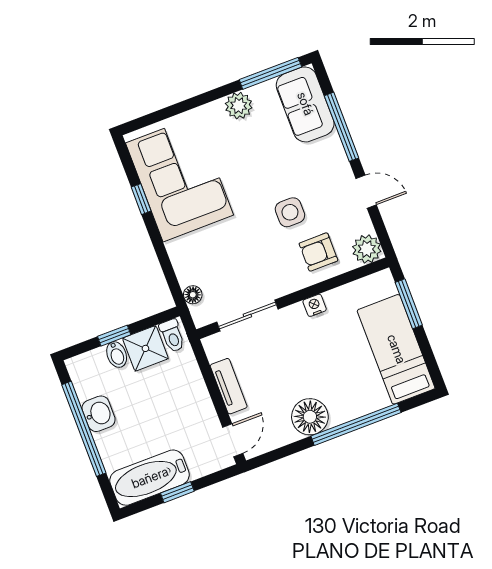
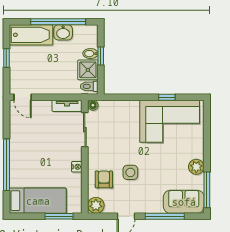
floor lamp: (193, 295) -> (93, 105), moved
tv unit: (229, 386) -> (67, 106), moved
floor lamp: (310, 417) -> (20, 142), removed
bathtub: (150, 478) -> (31, 35), moved, turned 90

